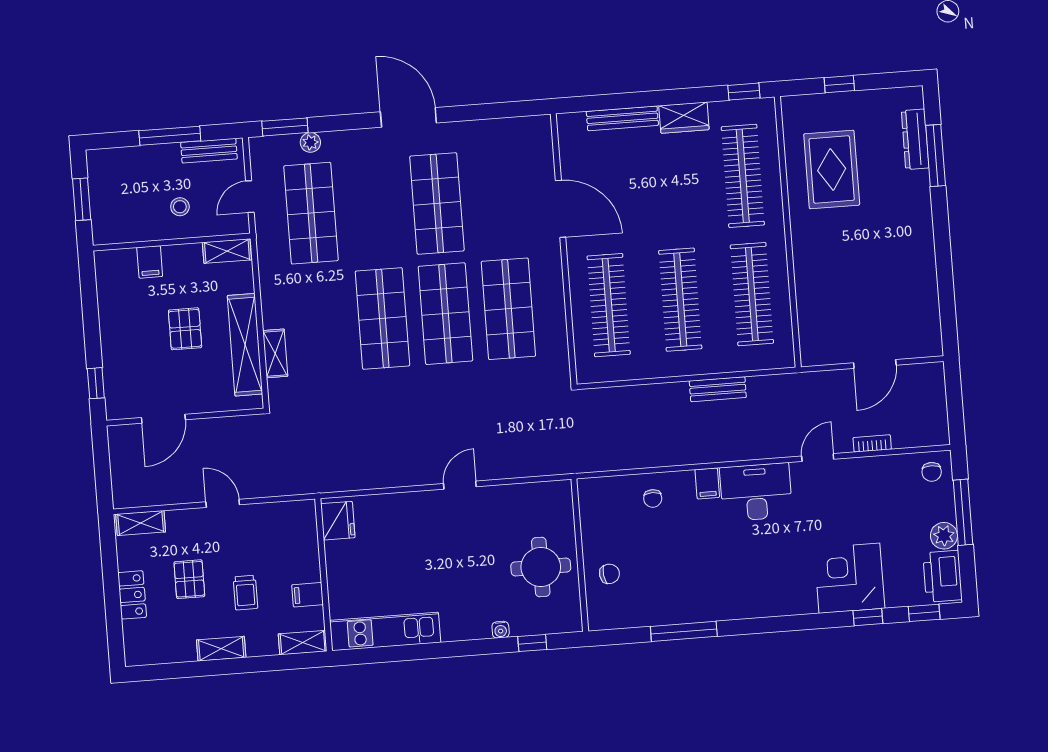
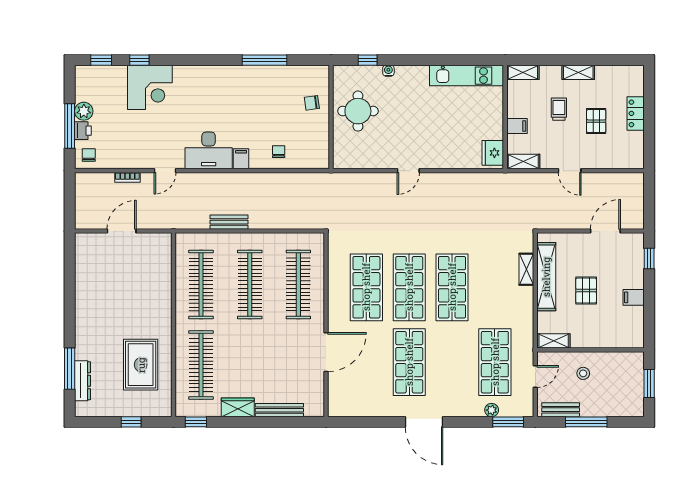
door: (561, 209) -> (326, 352), swing flipped
filing cabinet: (150, 262) -> (634, 297), moved, turned -90
shelving: (141, 523) -> (523, 162), moved
printer: (943, 576) -> (83, 131), moved, width x0.53, depth x0.68
filing cabinet: (308, 595) -> (517, 126), moved

